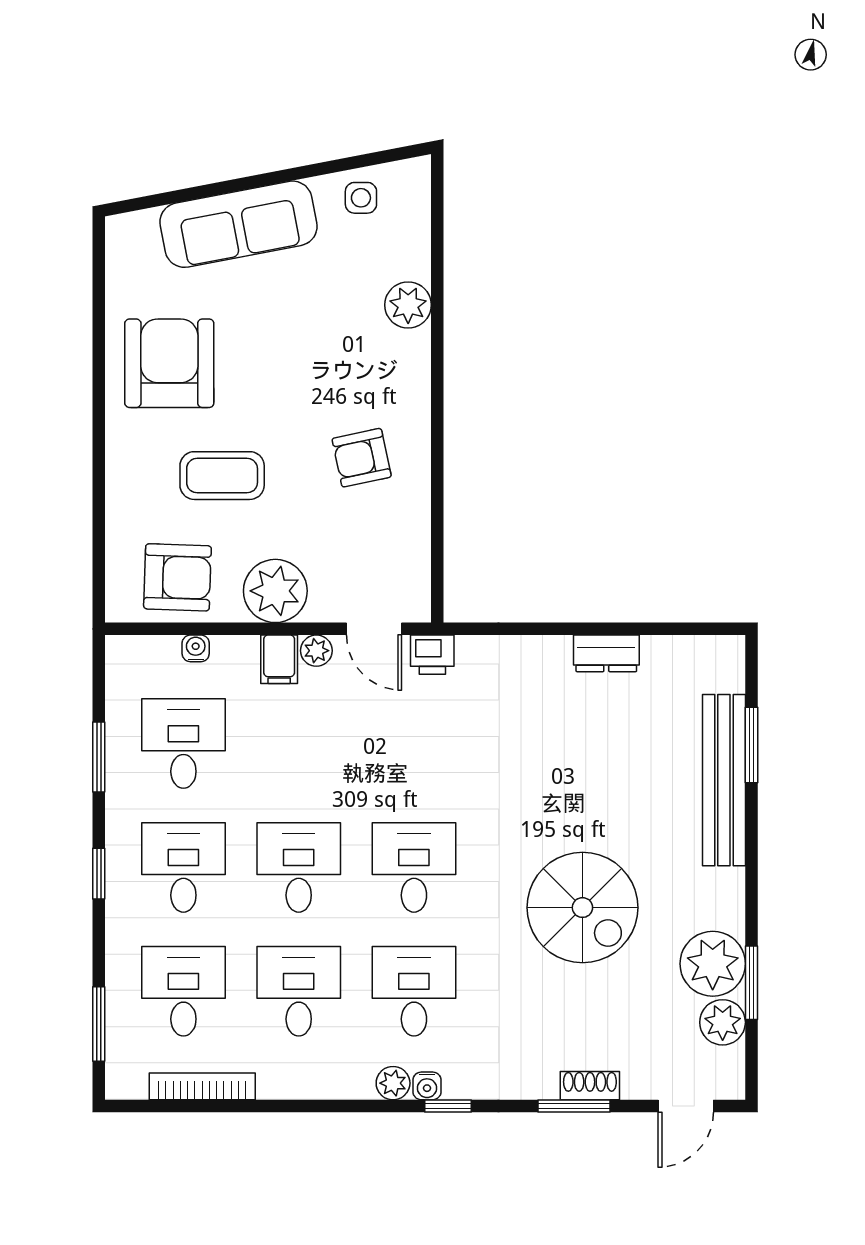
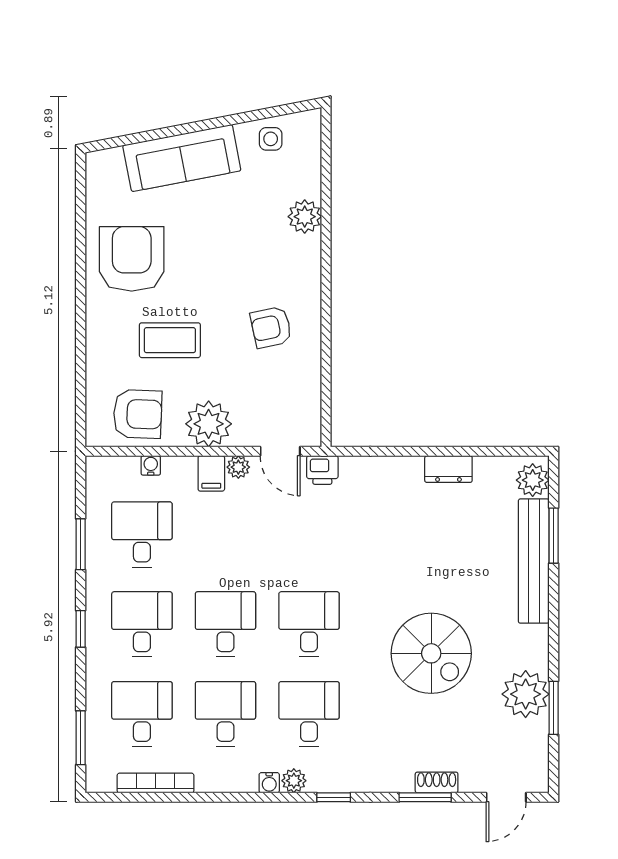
plant: (723, 1022) -> (533, 480), moved
water cooler: (427, 1086) -> (269, 783), moved

